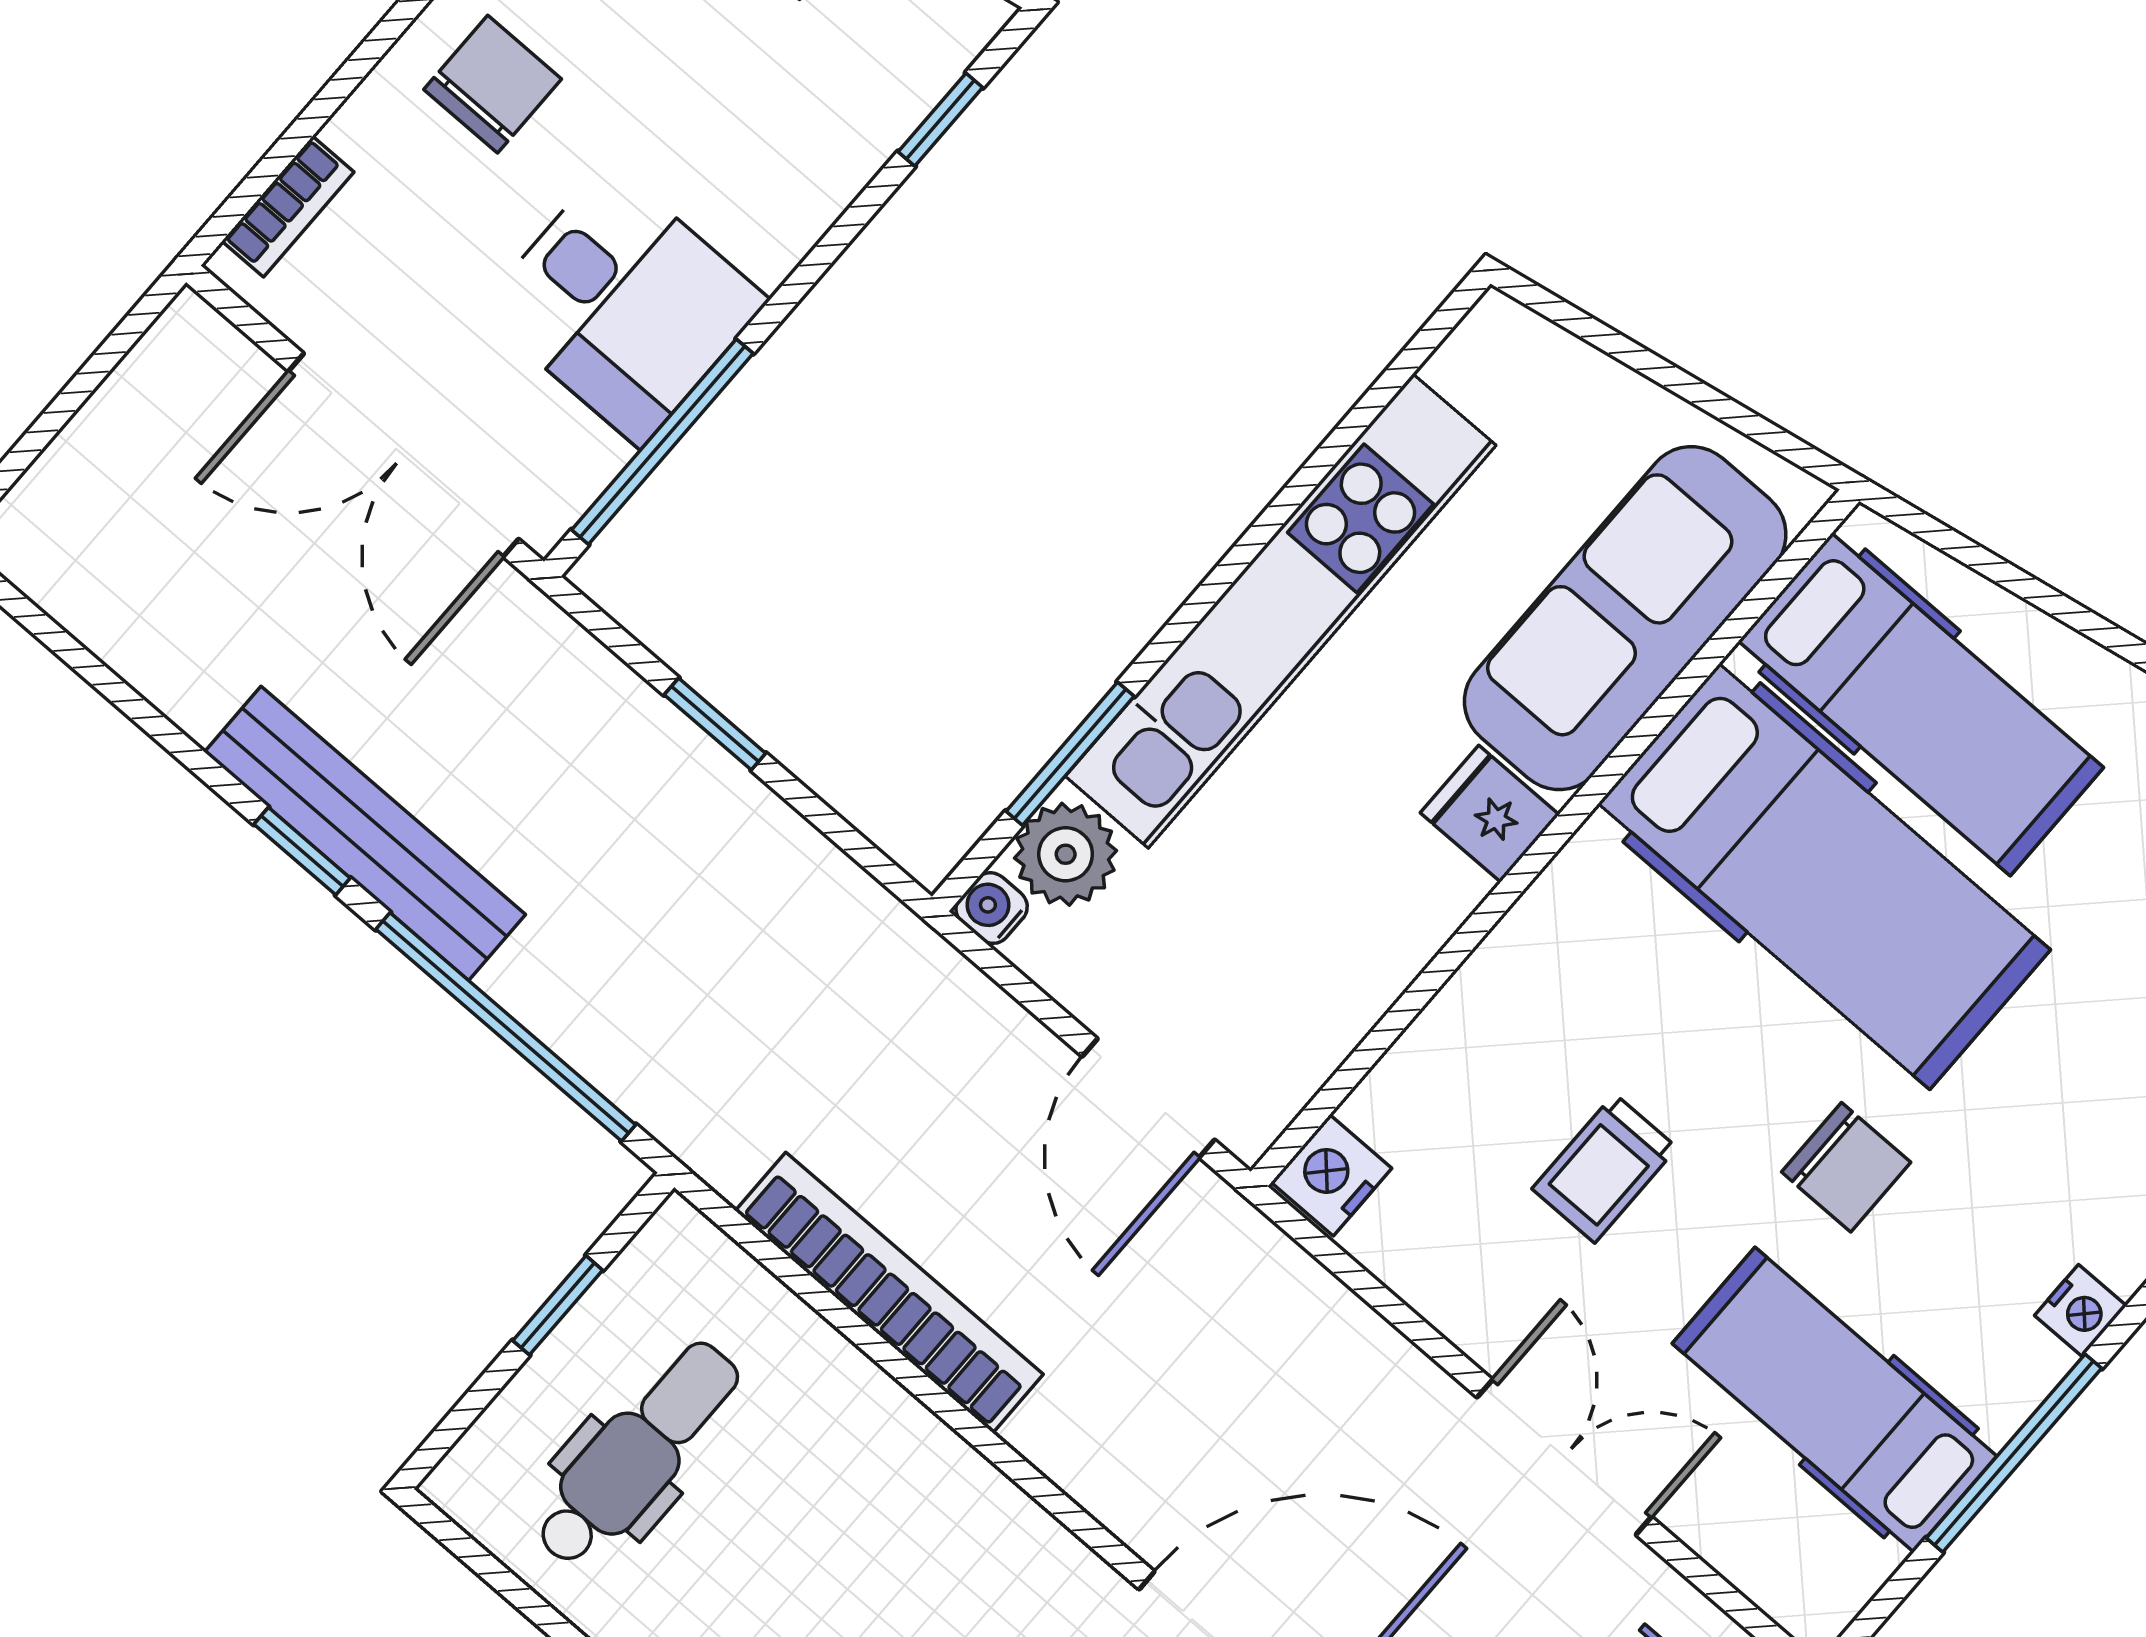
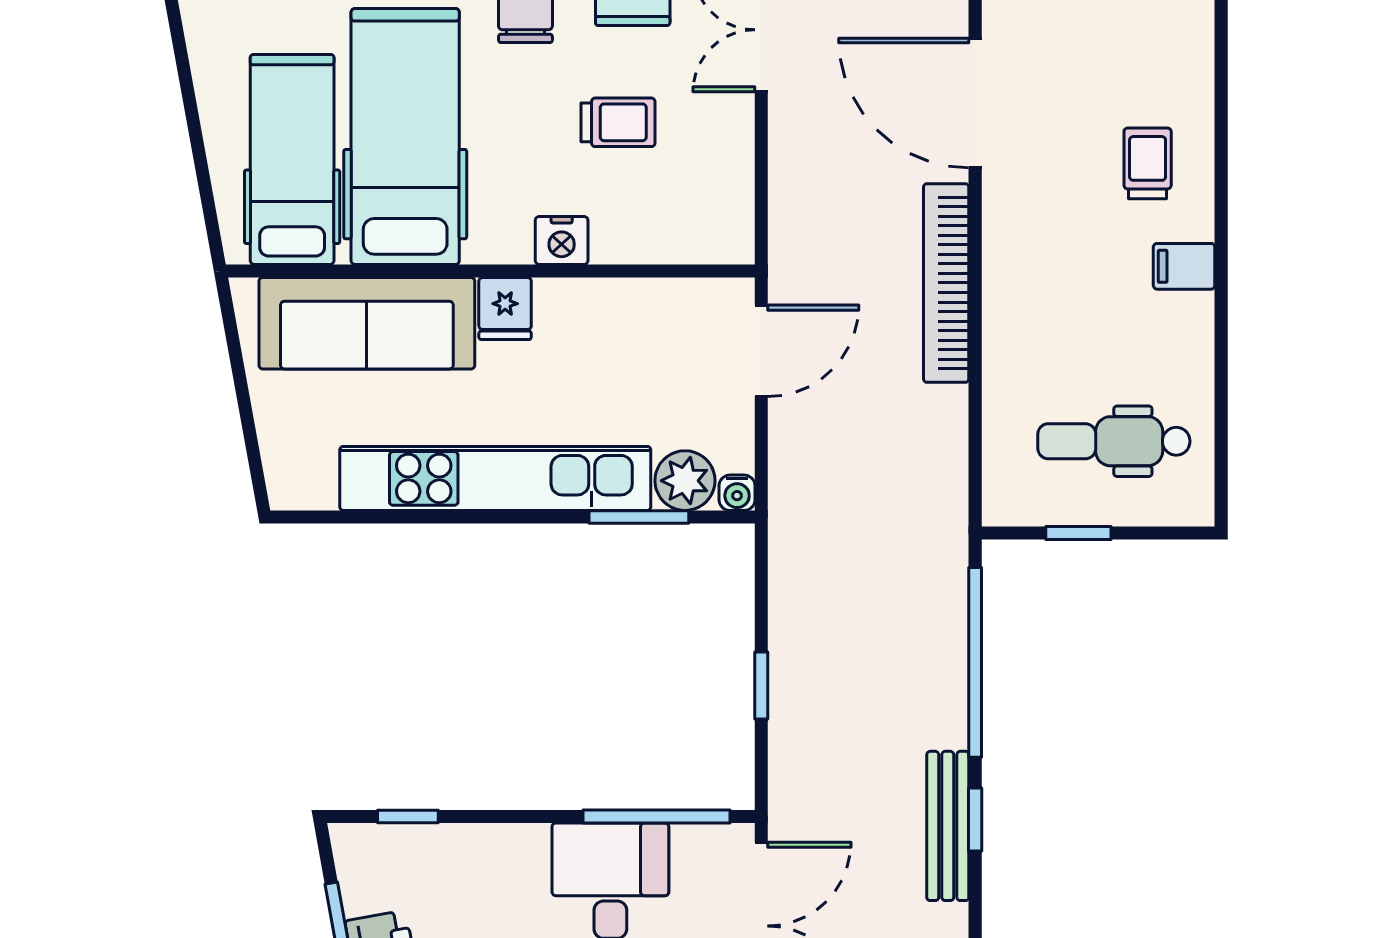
bench: (365, 833) -> (948, 826), width x0.73, depth x0.82
nightstand: (1331, 1175) -> (562, 240), moved
bookcase: (889, 1293) -> (946, 283), moved

